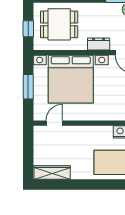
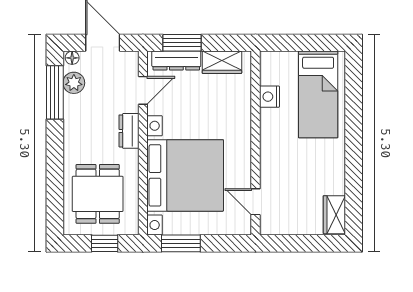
window: (28, 87) -> (181, 243), moved
wardrobe: (52, 172) -> (334, 215), width x0.67

